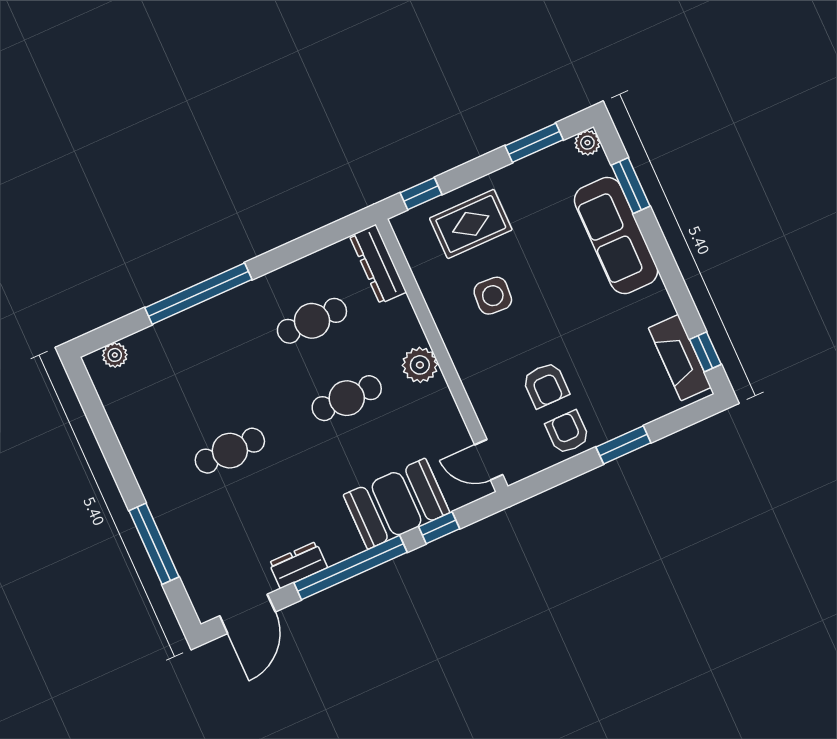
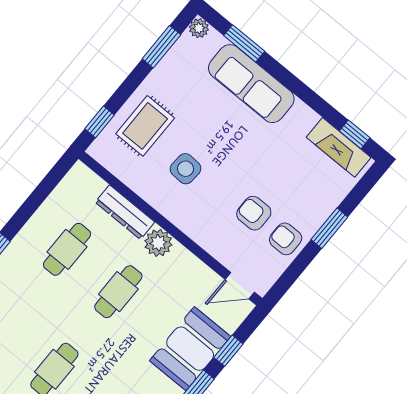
dresser: (378, 264) -> (125, 212), moved
armchair: (546, 385) -> (254, 213), turned 180

